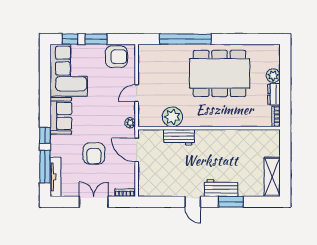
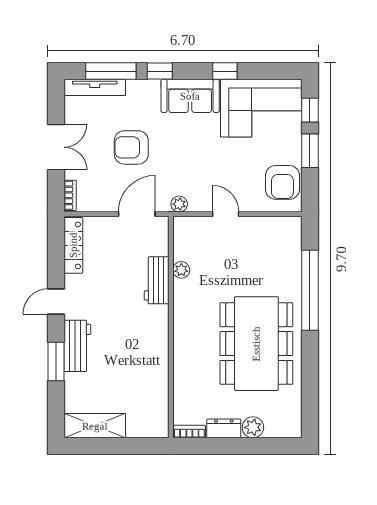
window: (45, 94) -> (225, 71), added
plant: (172, 117) -> (181, 270), width x0.53, depth x0.53
locker: (157, 191) -> (73, 245), added

